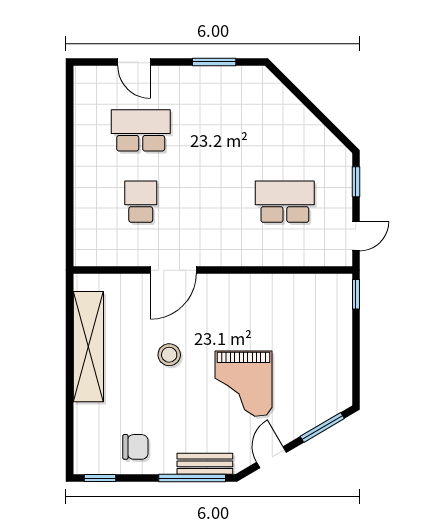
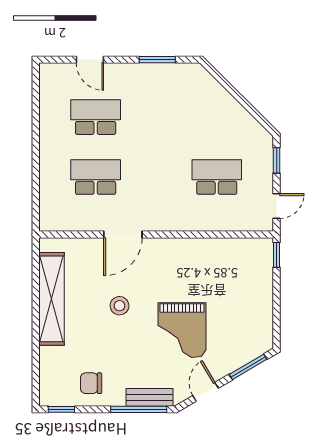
school desk: (141, 202) -> (96, 177), width x1.85
chair: (135, 447) -> (91, 383), turned 180

